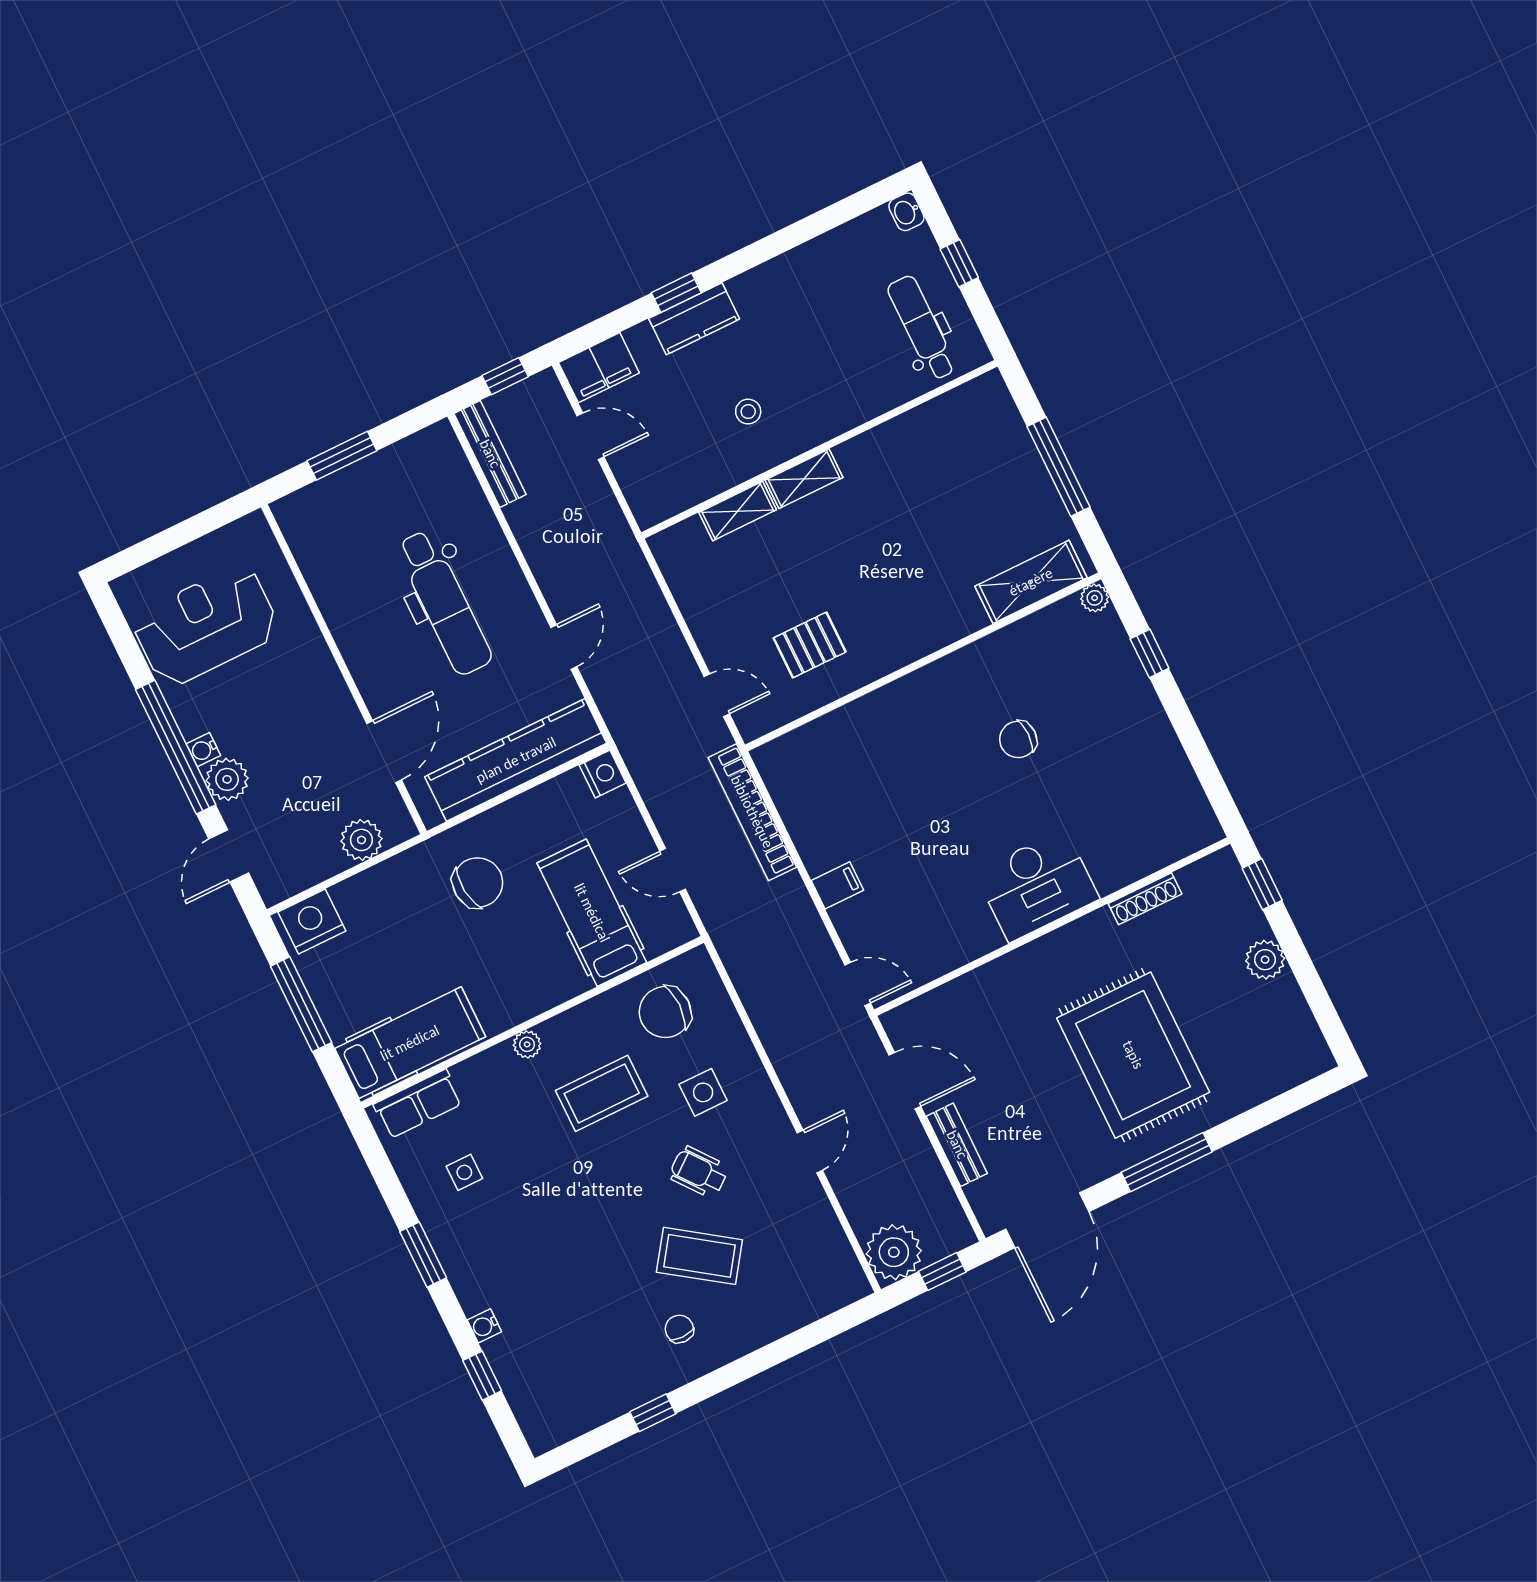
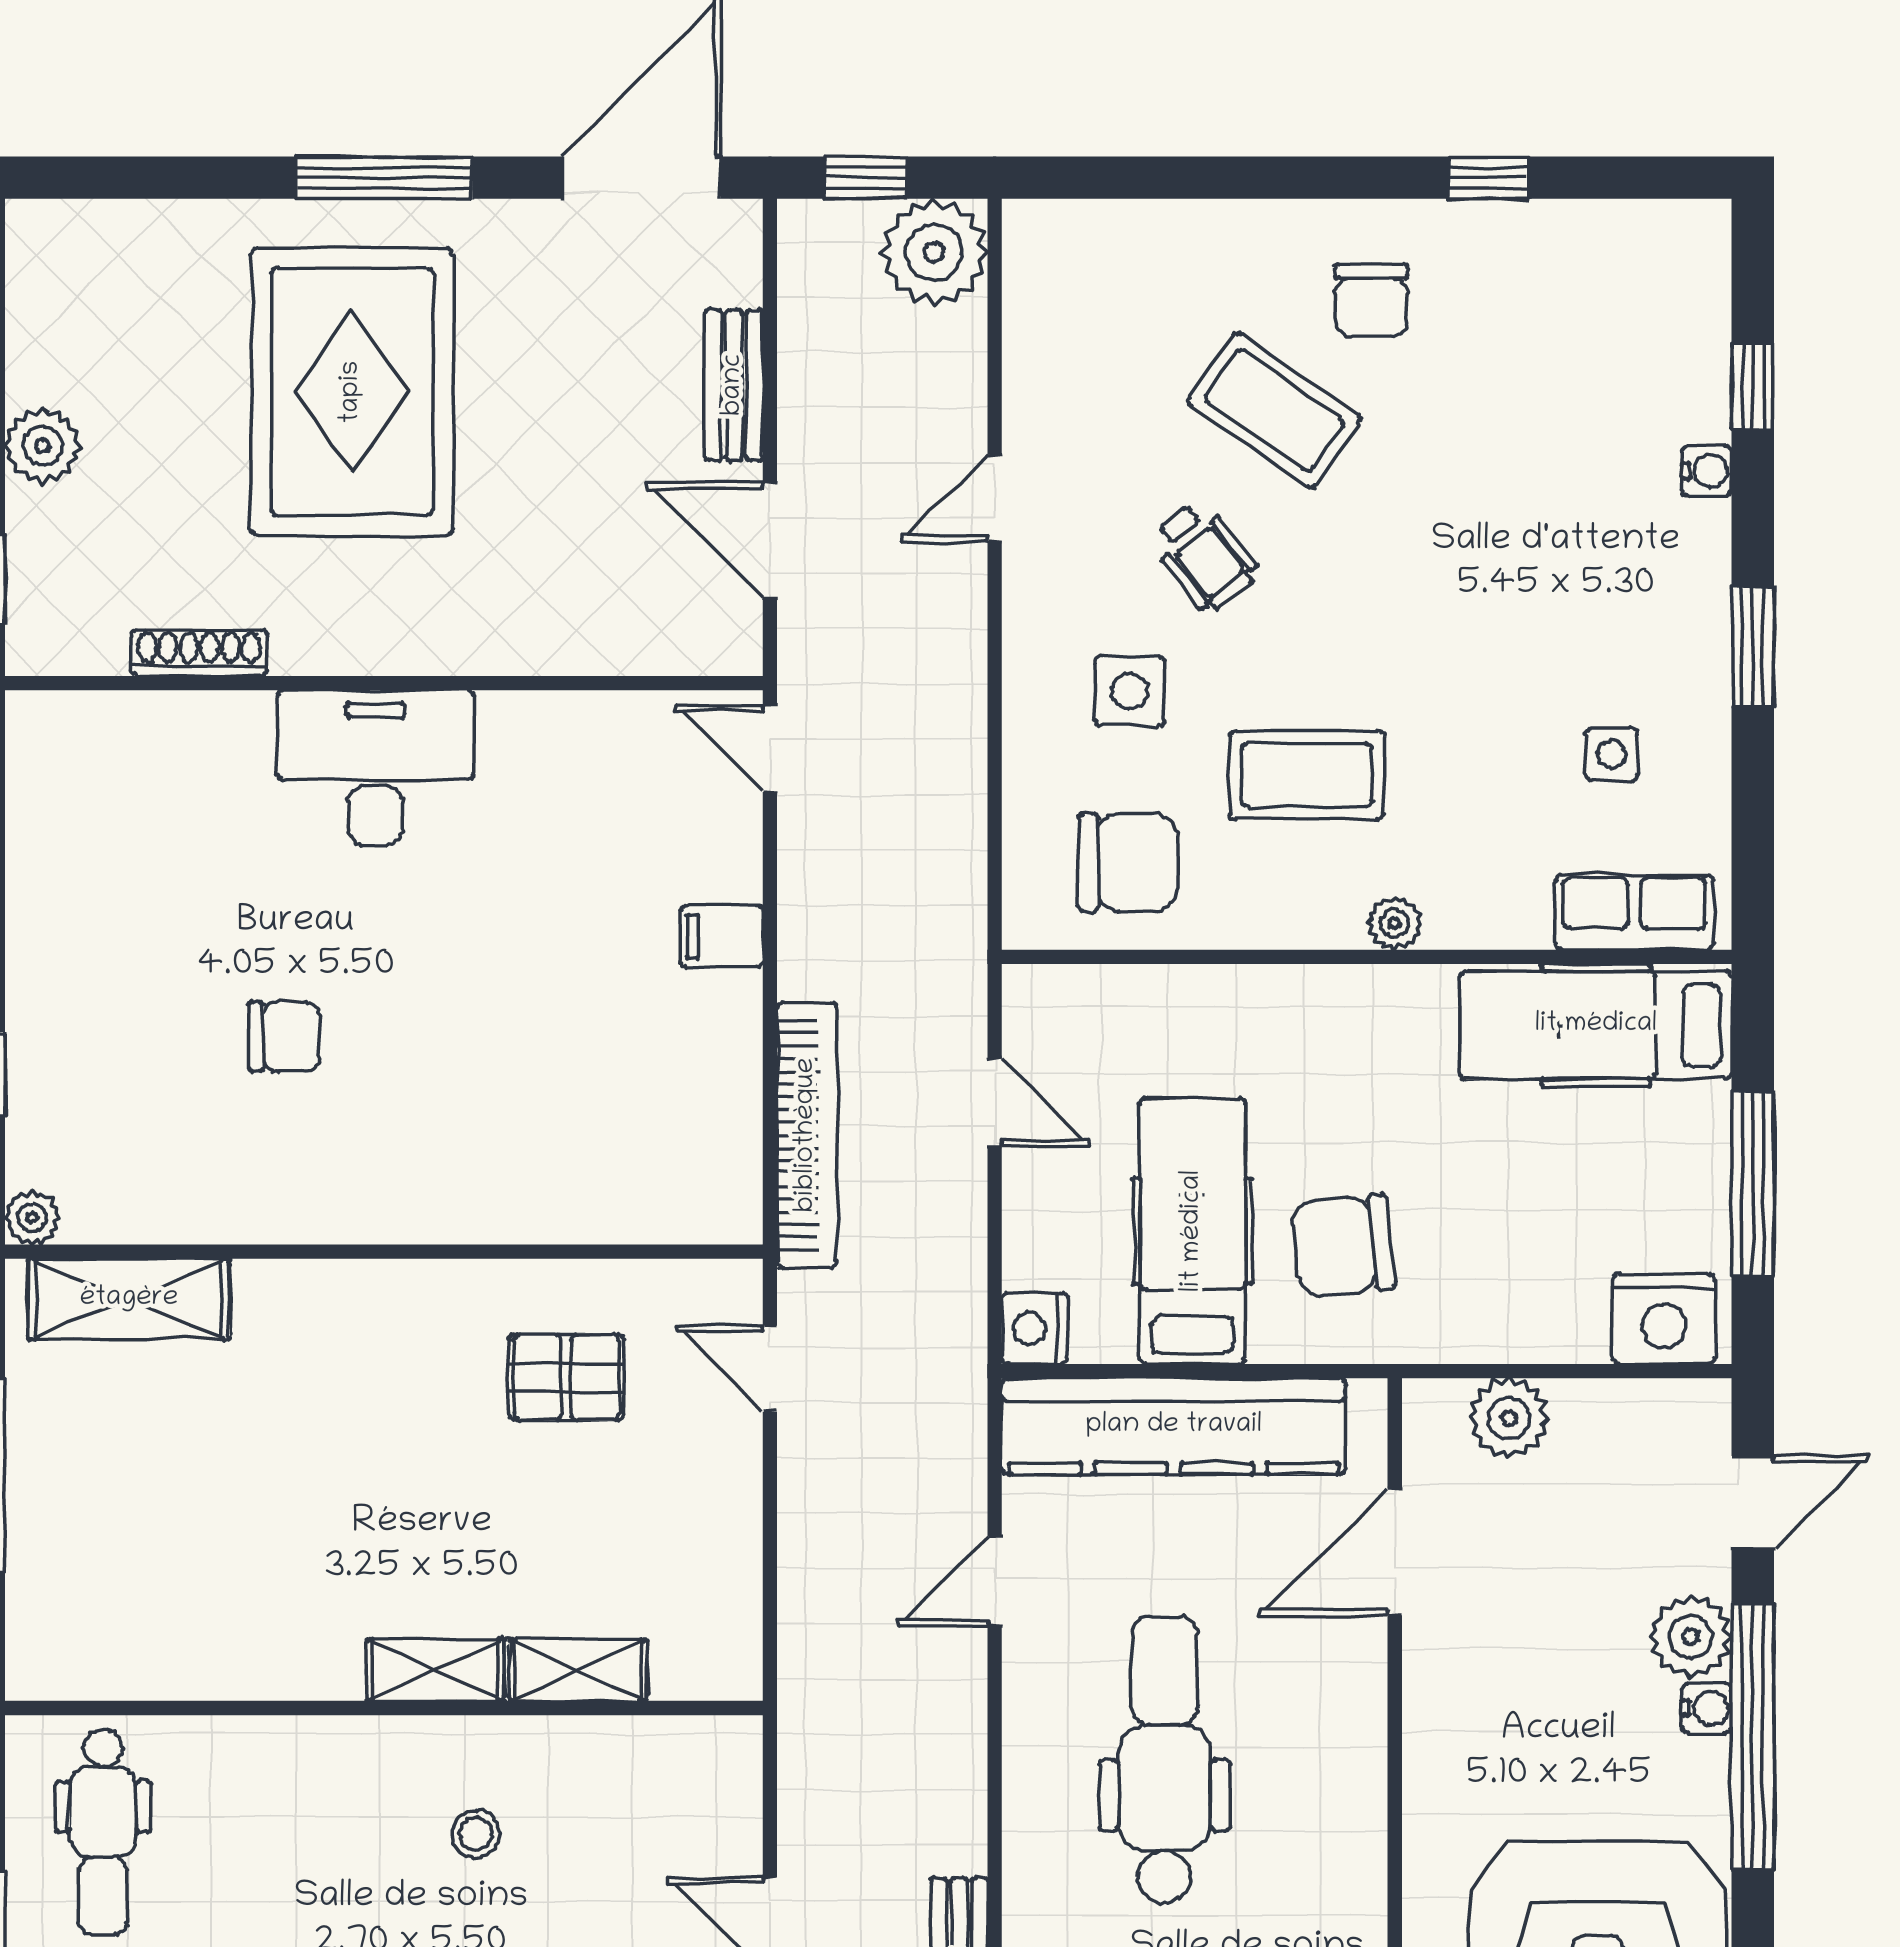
hospital bed: (592, 913) -> (1193, 1231), moved, turned 180
chair: (679, 1329) -> (1371, 300), width x1.37, depth x1.37

